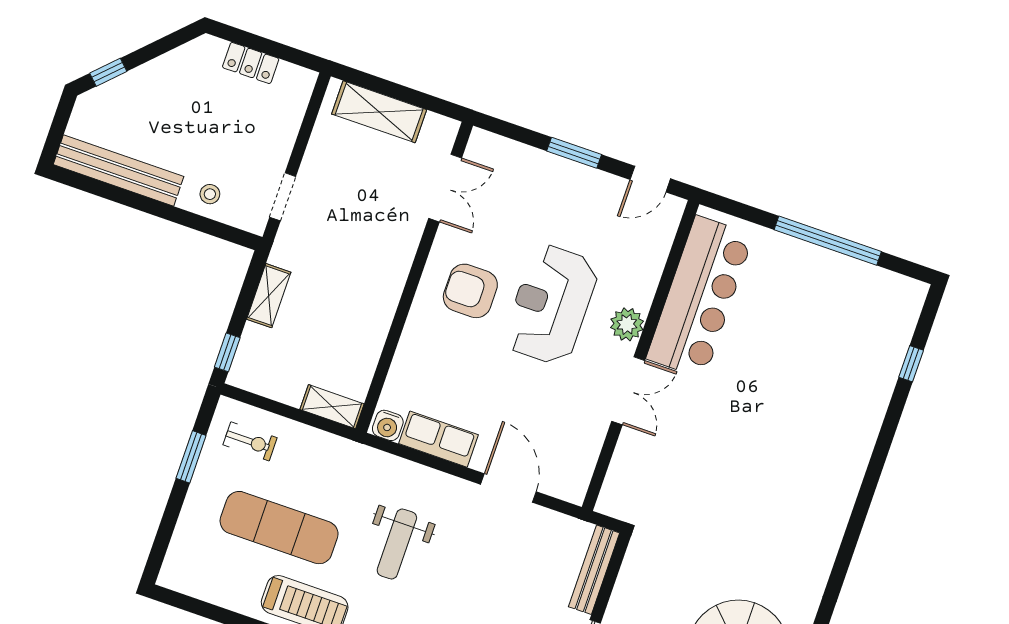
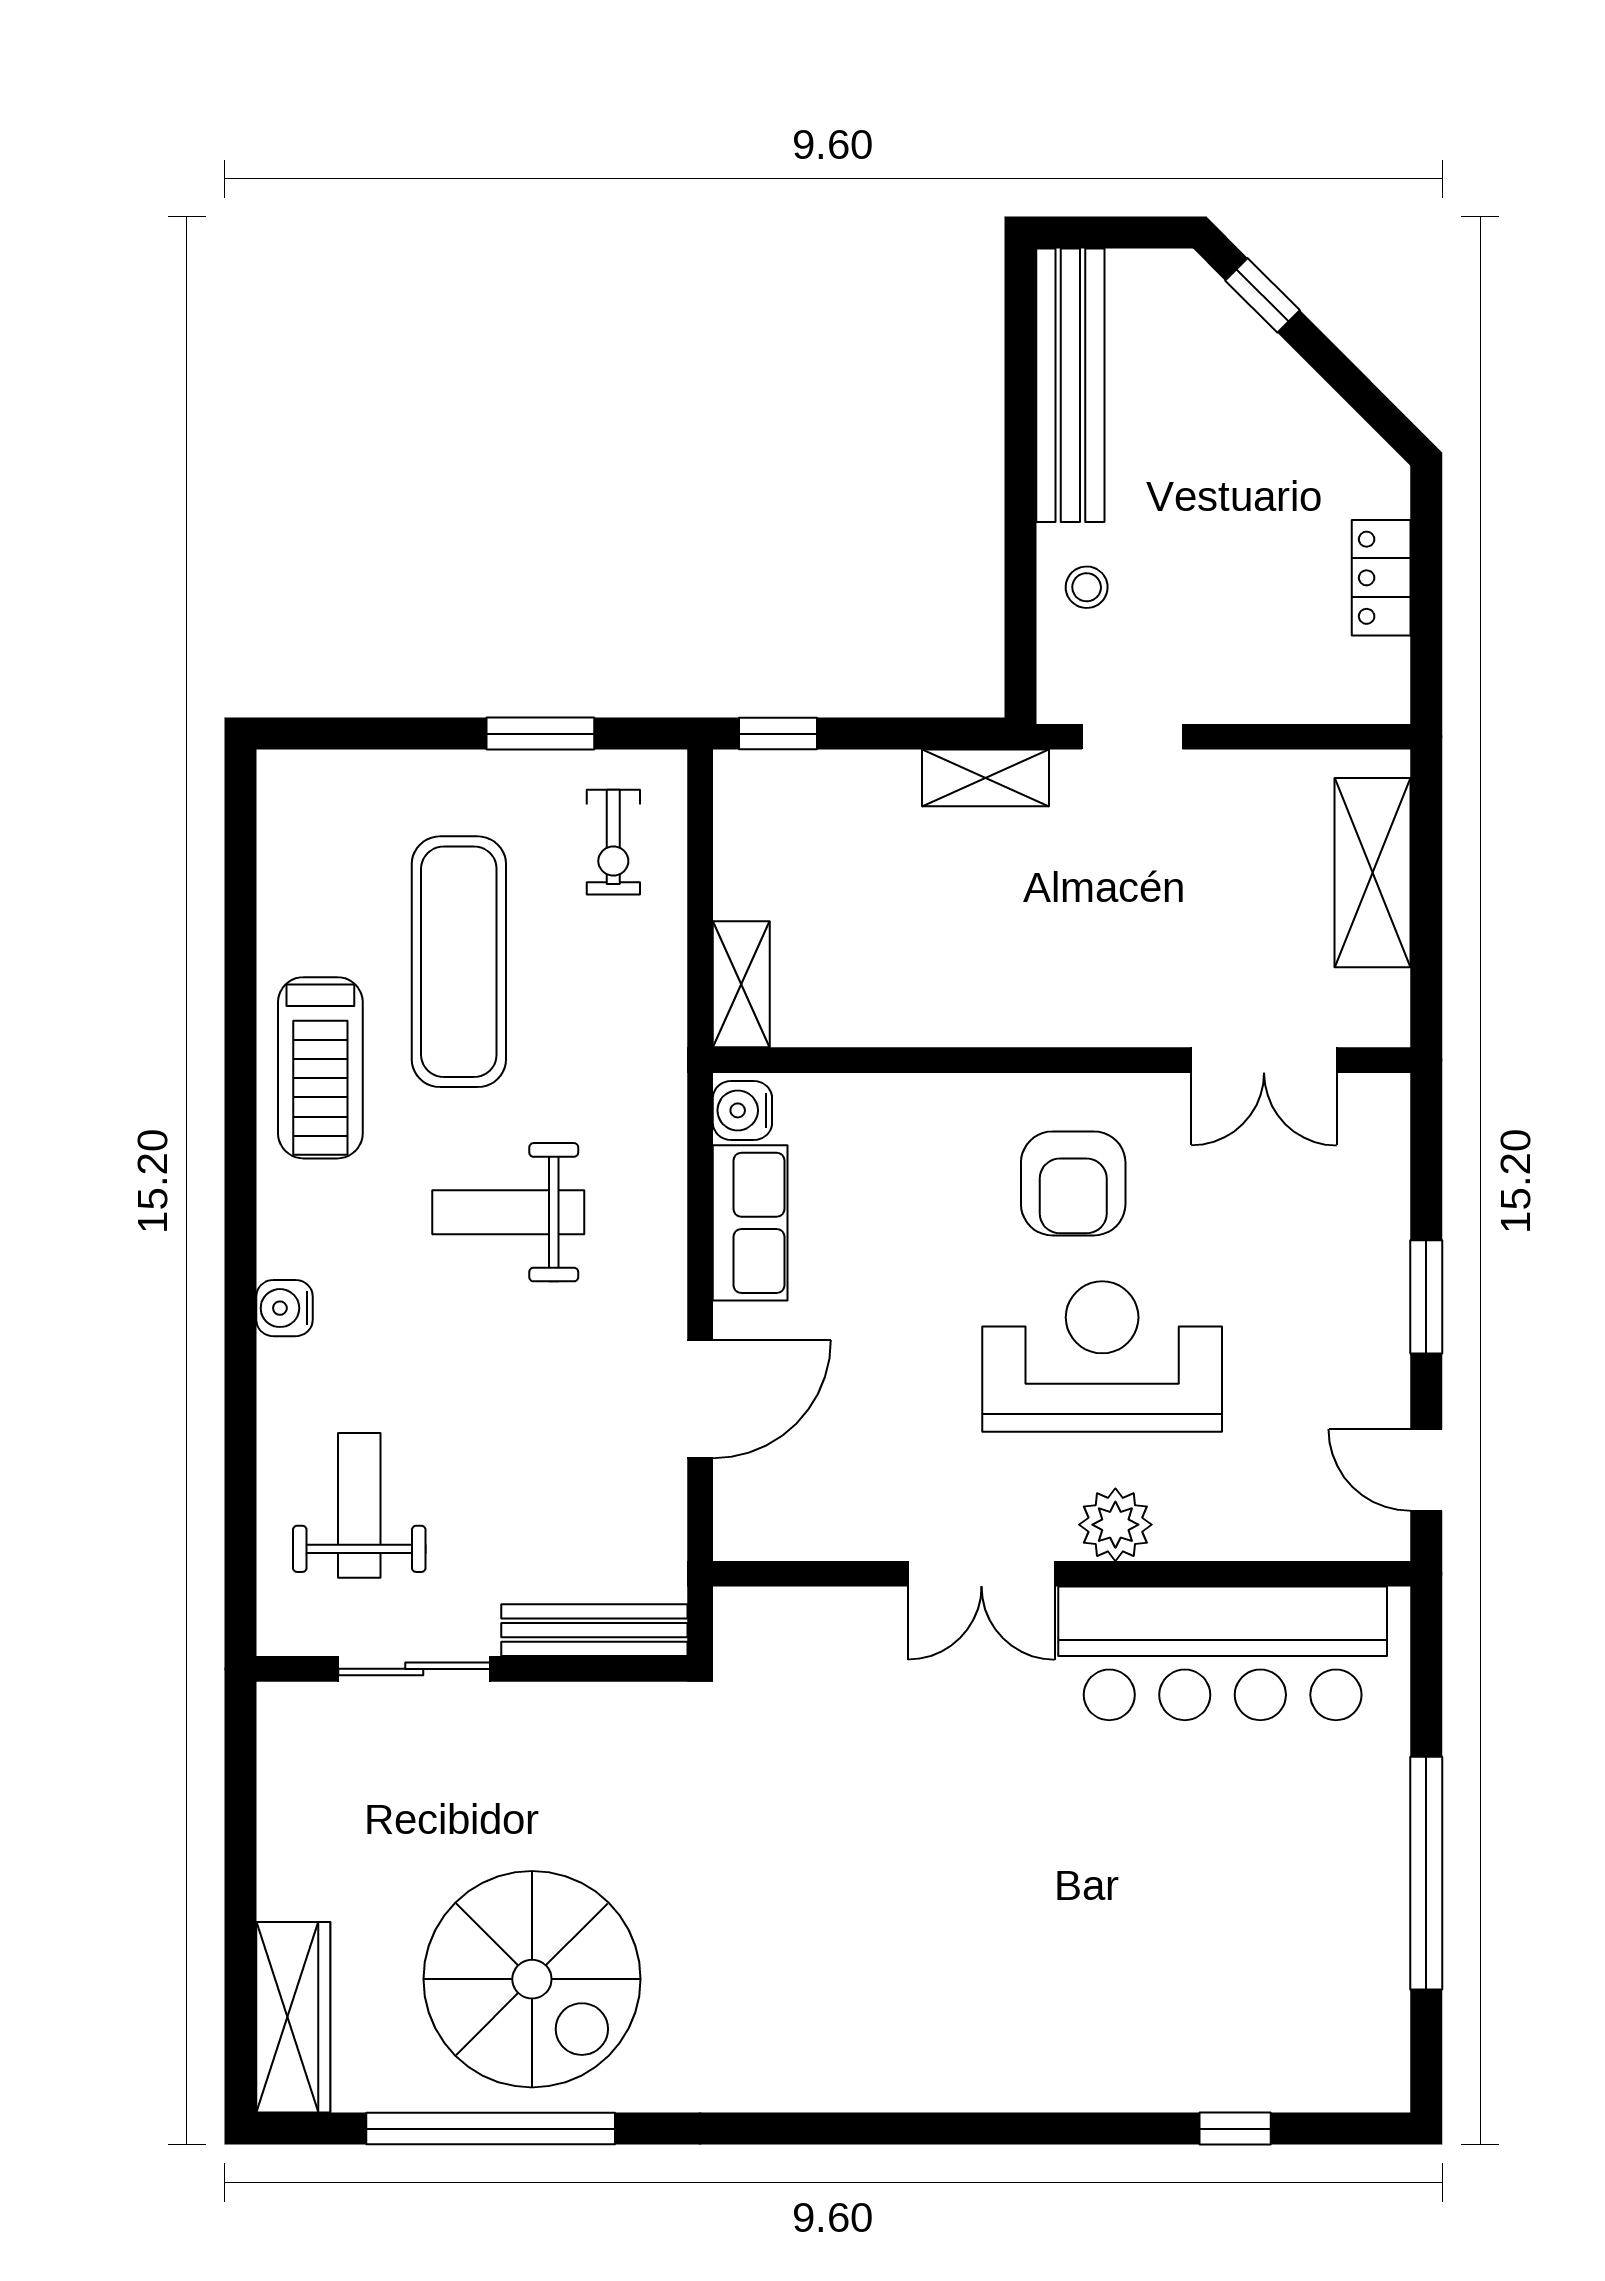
armchair: (470, 291) -> (1073, 1183), turned 180
shelving: (269, 296) -> (986, 778), moved

